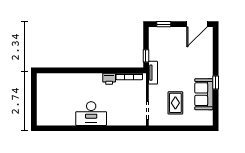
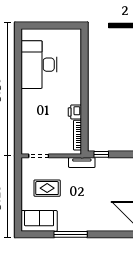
window: (216, 82) -> (71, 234), width x2.17
sofa: (204, 94) -> (39, 221), moved
desk: (91, 114) -> (39, 65), moved, width x1.36, depth x1.30

